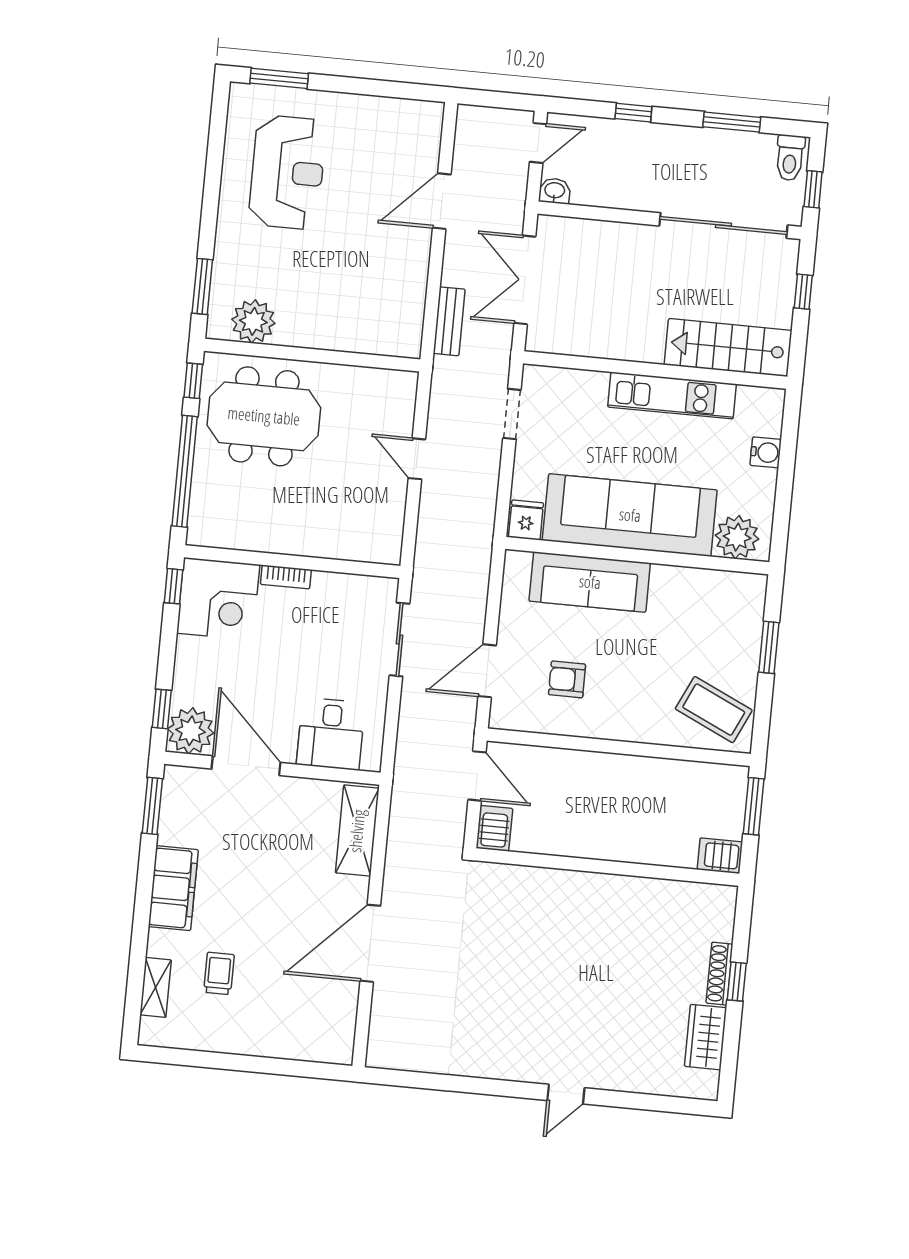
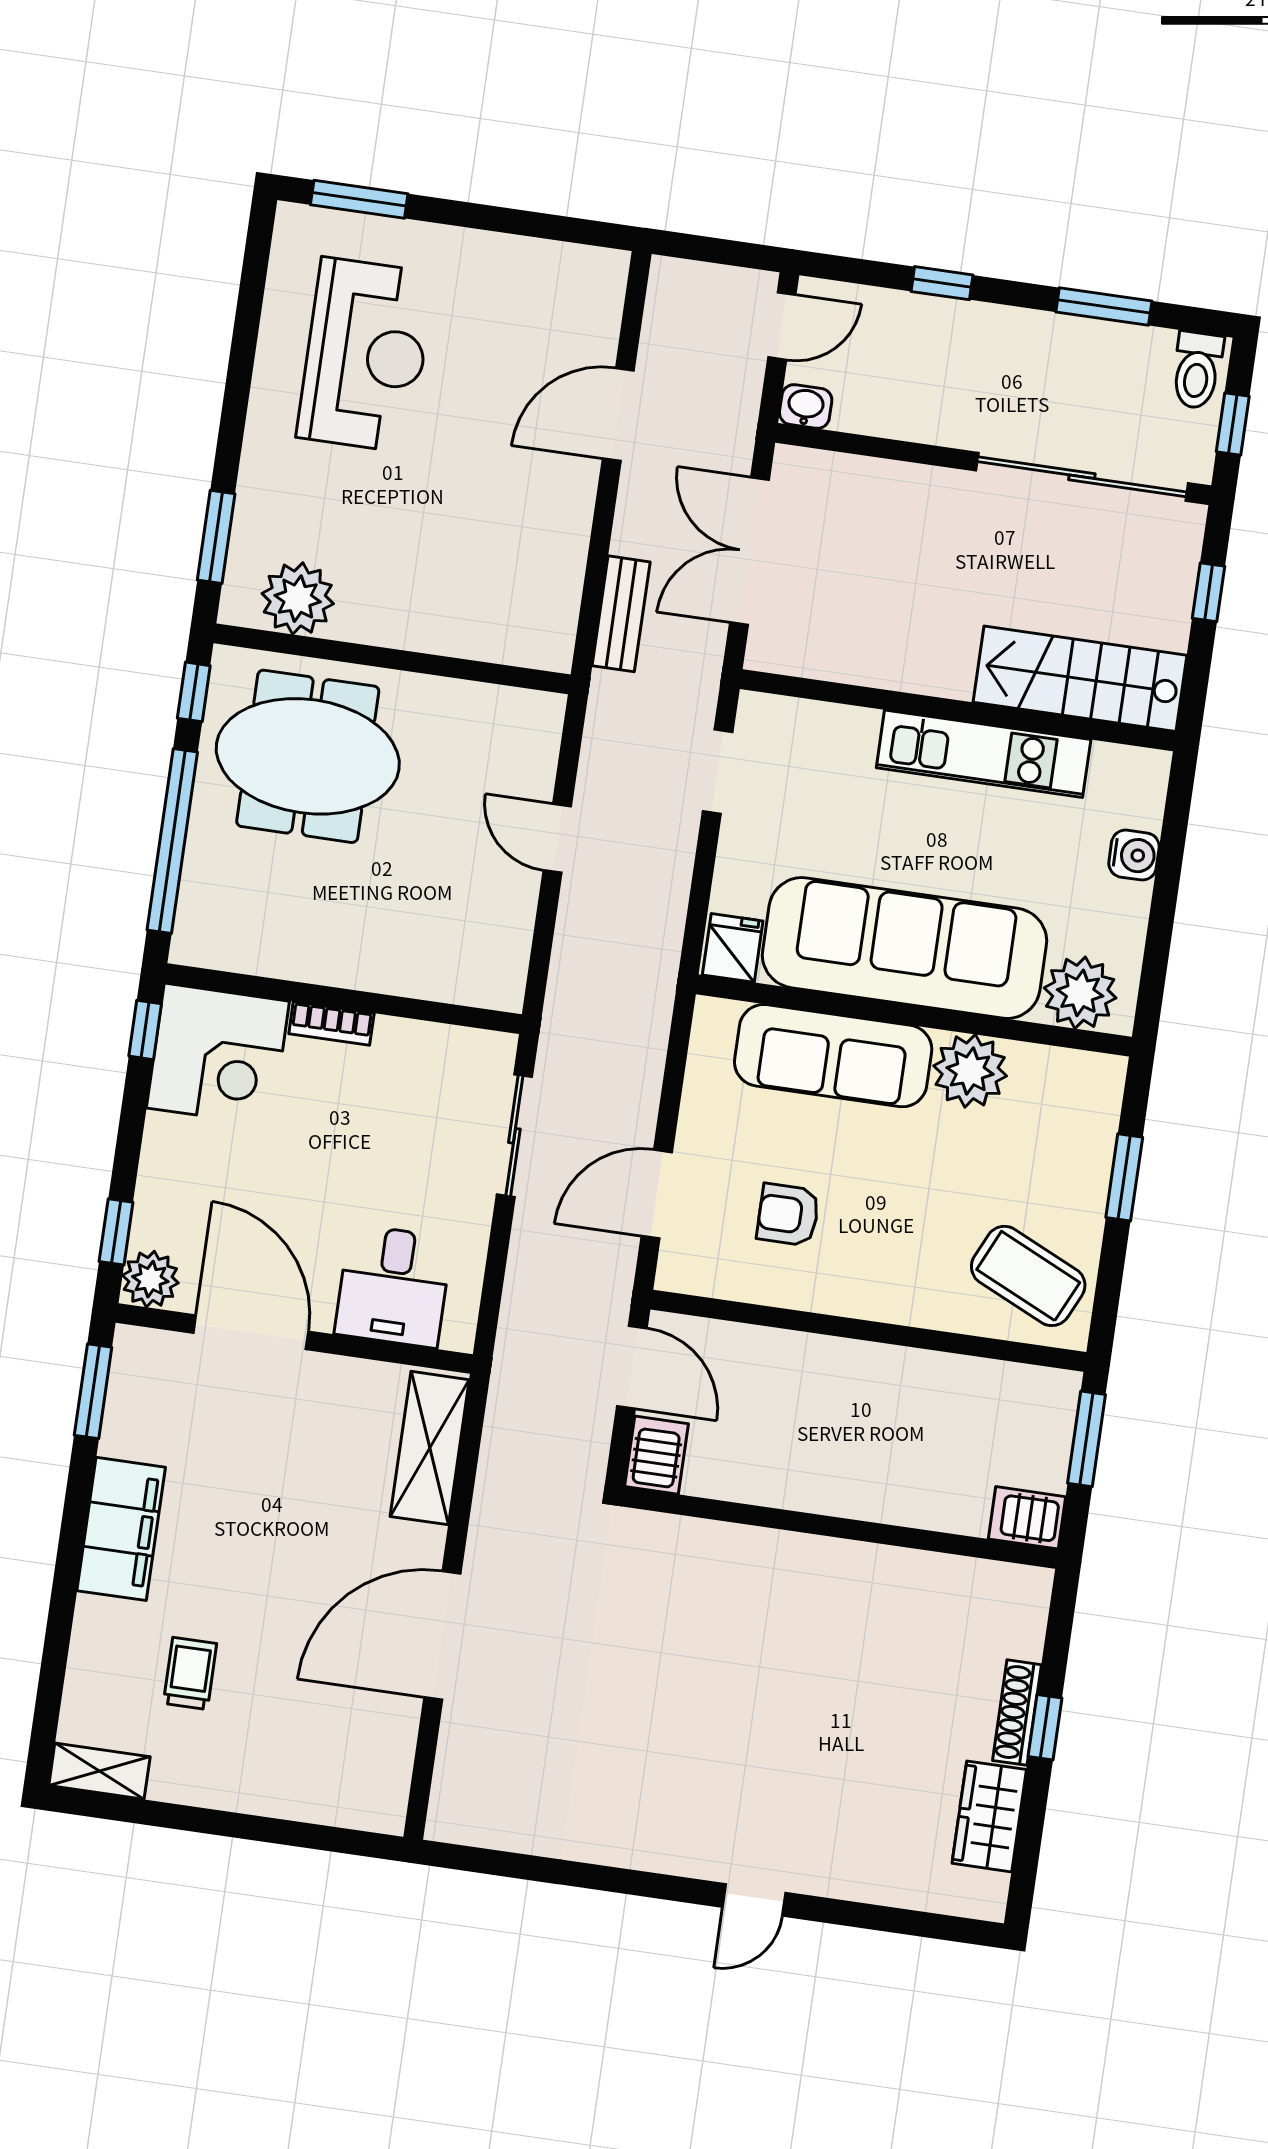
plant: (673, 587) -> (970, 1071), added
plant: (191, 731) -> (150, 1279), width x0.73, depth x0.73
shelving: (156, 987) -> (99, 1771), moved, turned 90

